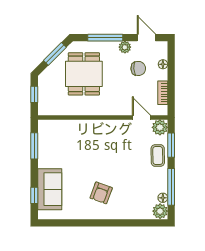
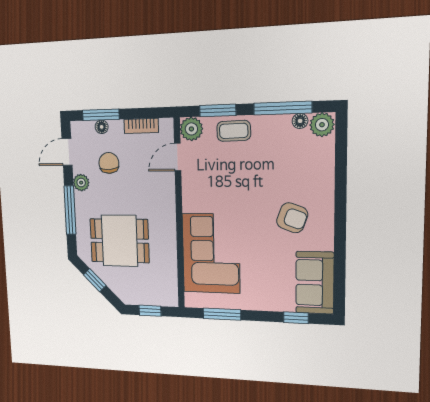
window: (55, 54) -> (95, 280), width x0.67
window: (171, 64) -> (101, 115), added
corner sofa: (76, 139) -> (211, 253), added
sofa: (50, 189) -> (315, 283), moved, turned -90

